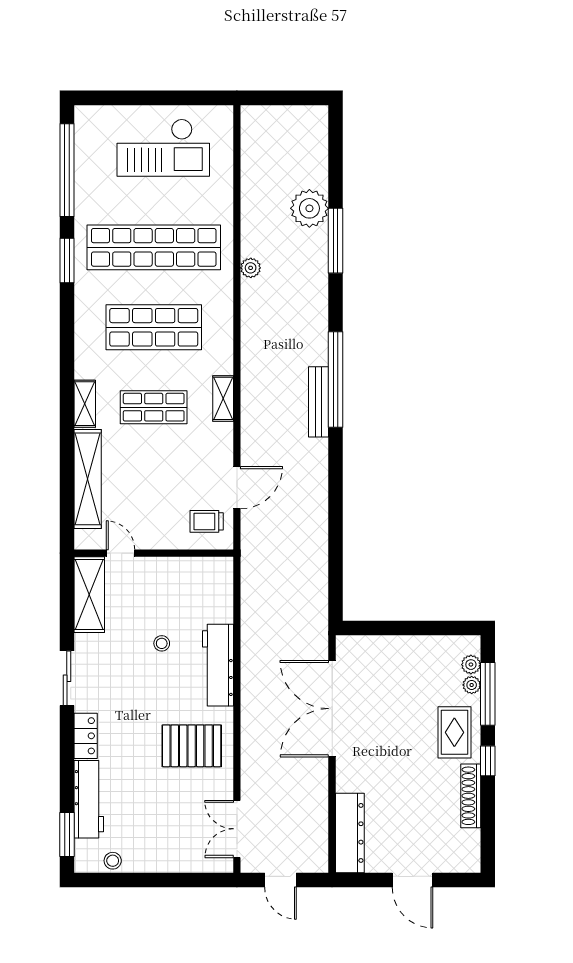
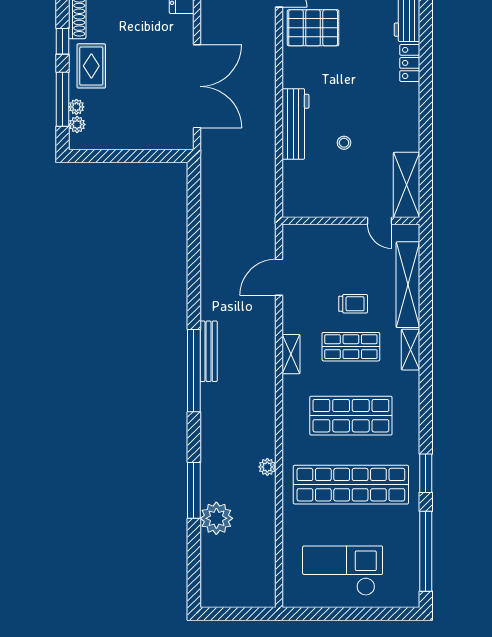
trolley: (207, 521) -> (353, 304), moved
sliding door: (67, 678) -> (426, 113), removed
pallet: (192, 746) -> (313, 28), moved

